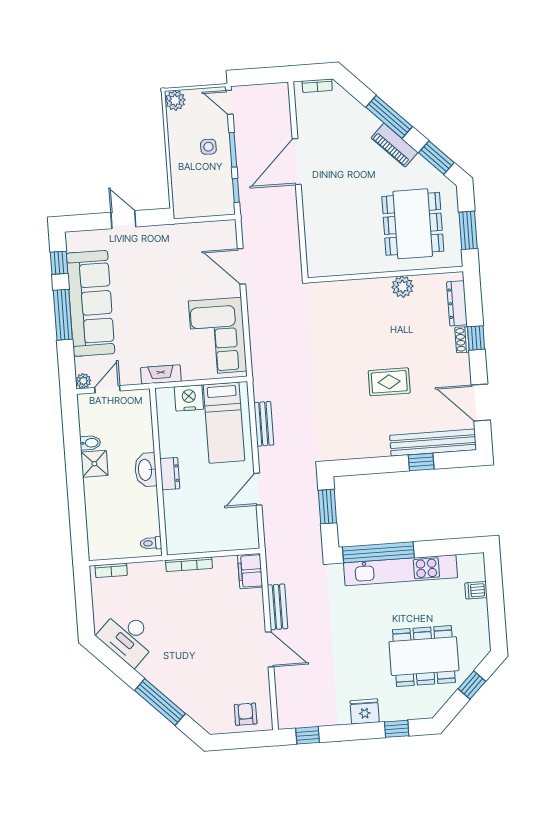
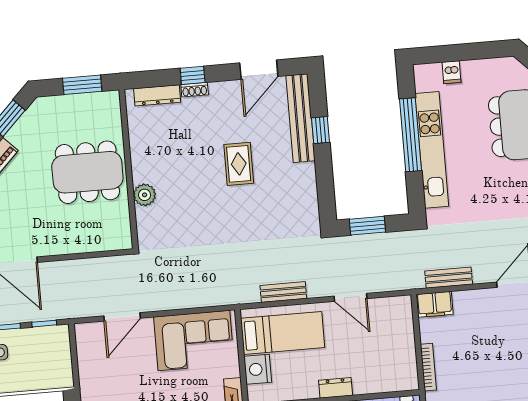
dining table: (413, 224) -> (87, 172), moved
plant: (403, 287) -> (145, 195), moved
window: (378, 552) -> (410, 135), moved
bench: (277, 607) -> (449, 278), moved

